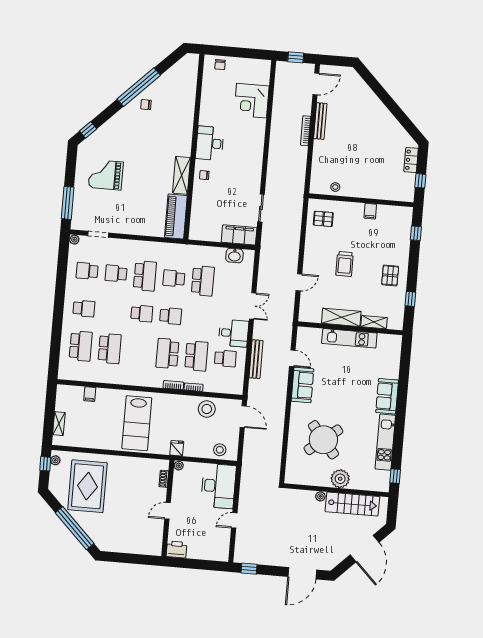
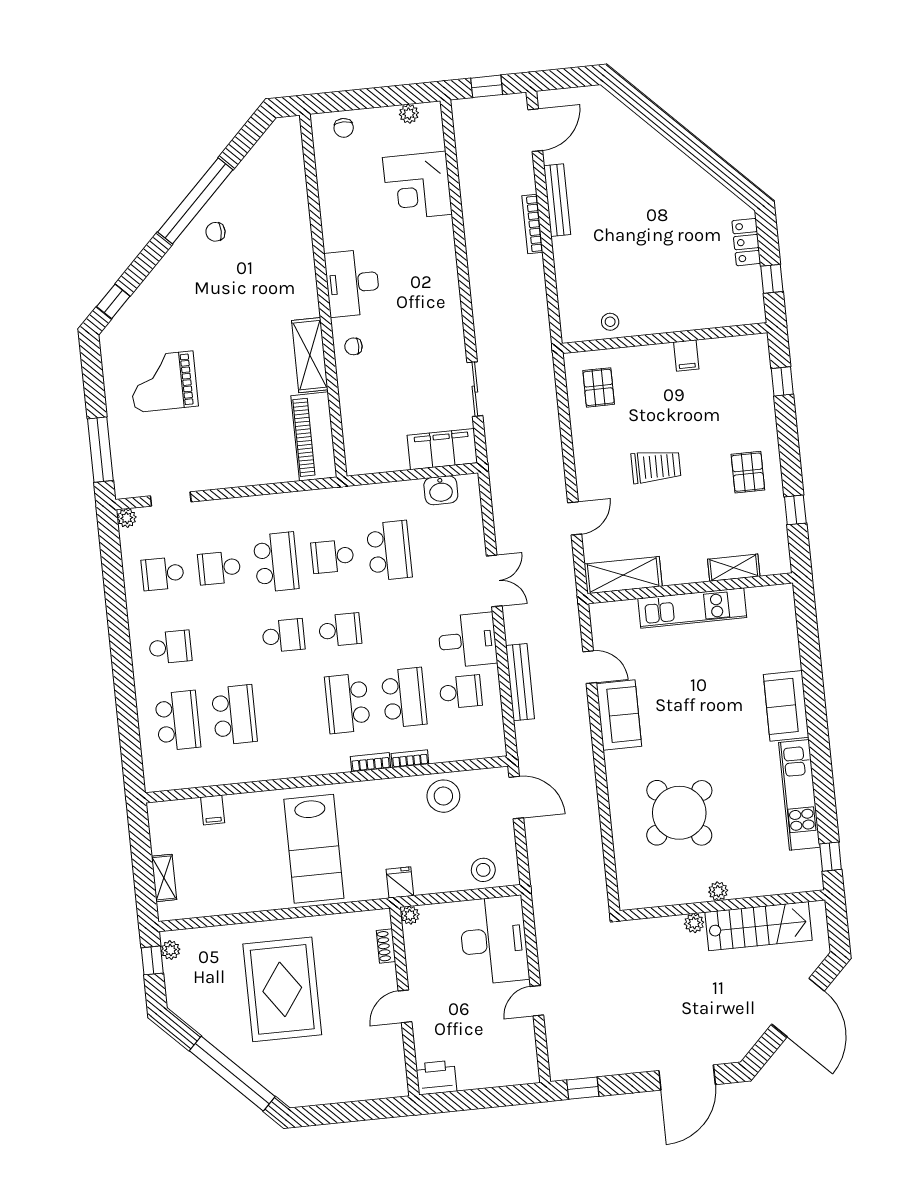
plant: (254, 64) -> (409, 114), added
pallet: (323, 219) -> (599, 387), turned 90
trolley: (345, 264) -> (656, 466), turned -90
shelving: (341, 317) -> (623, 575), moved
plant: (340, 479) -> (718, 891), width x0.53, depth x0.53
rug: (87, 486) -> (282, 989), moved

